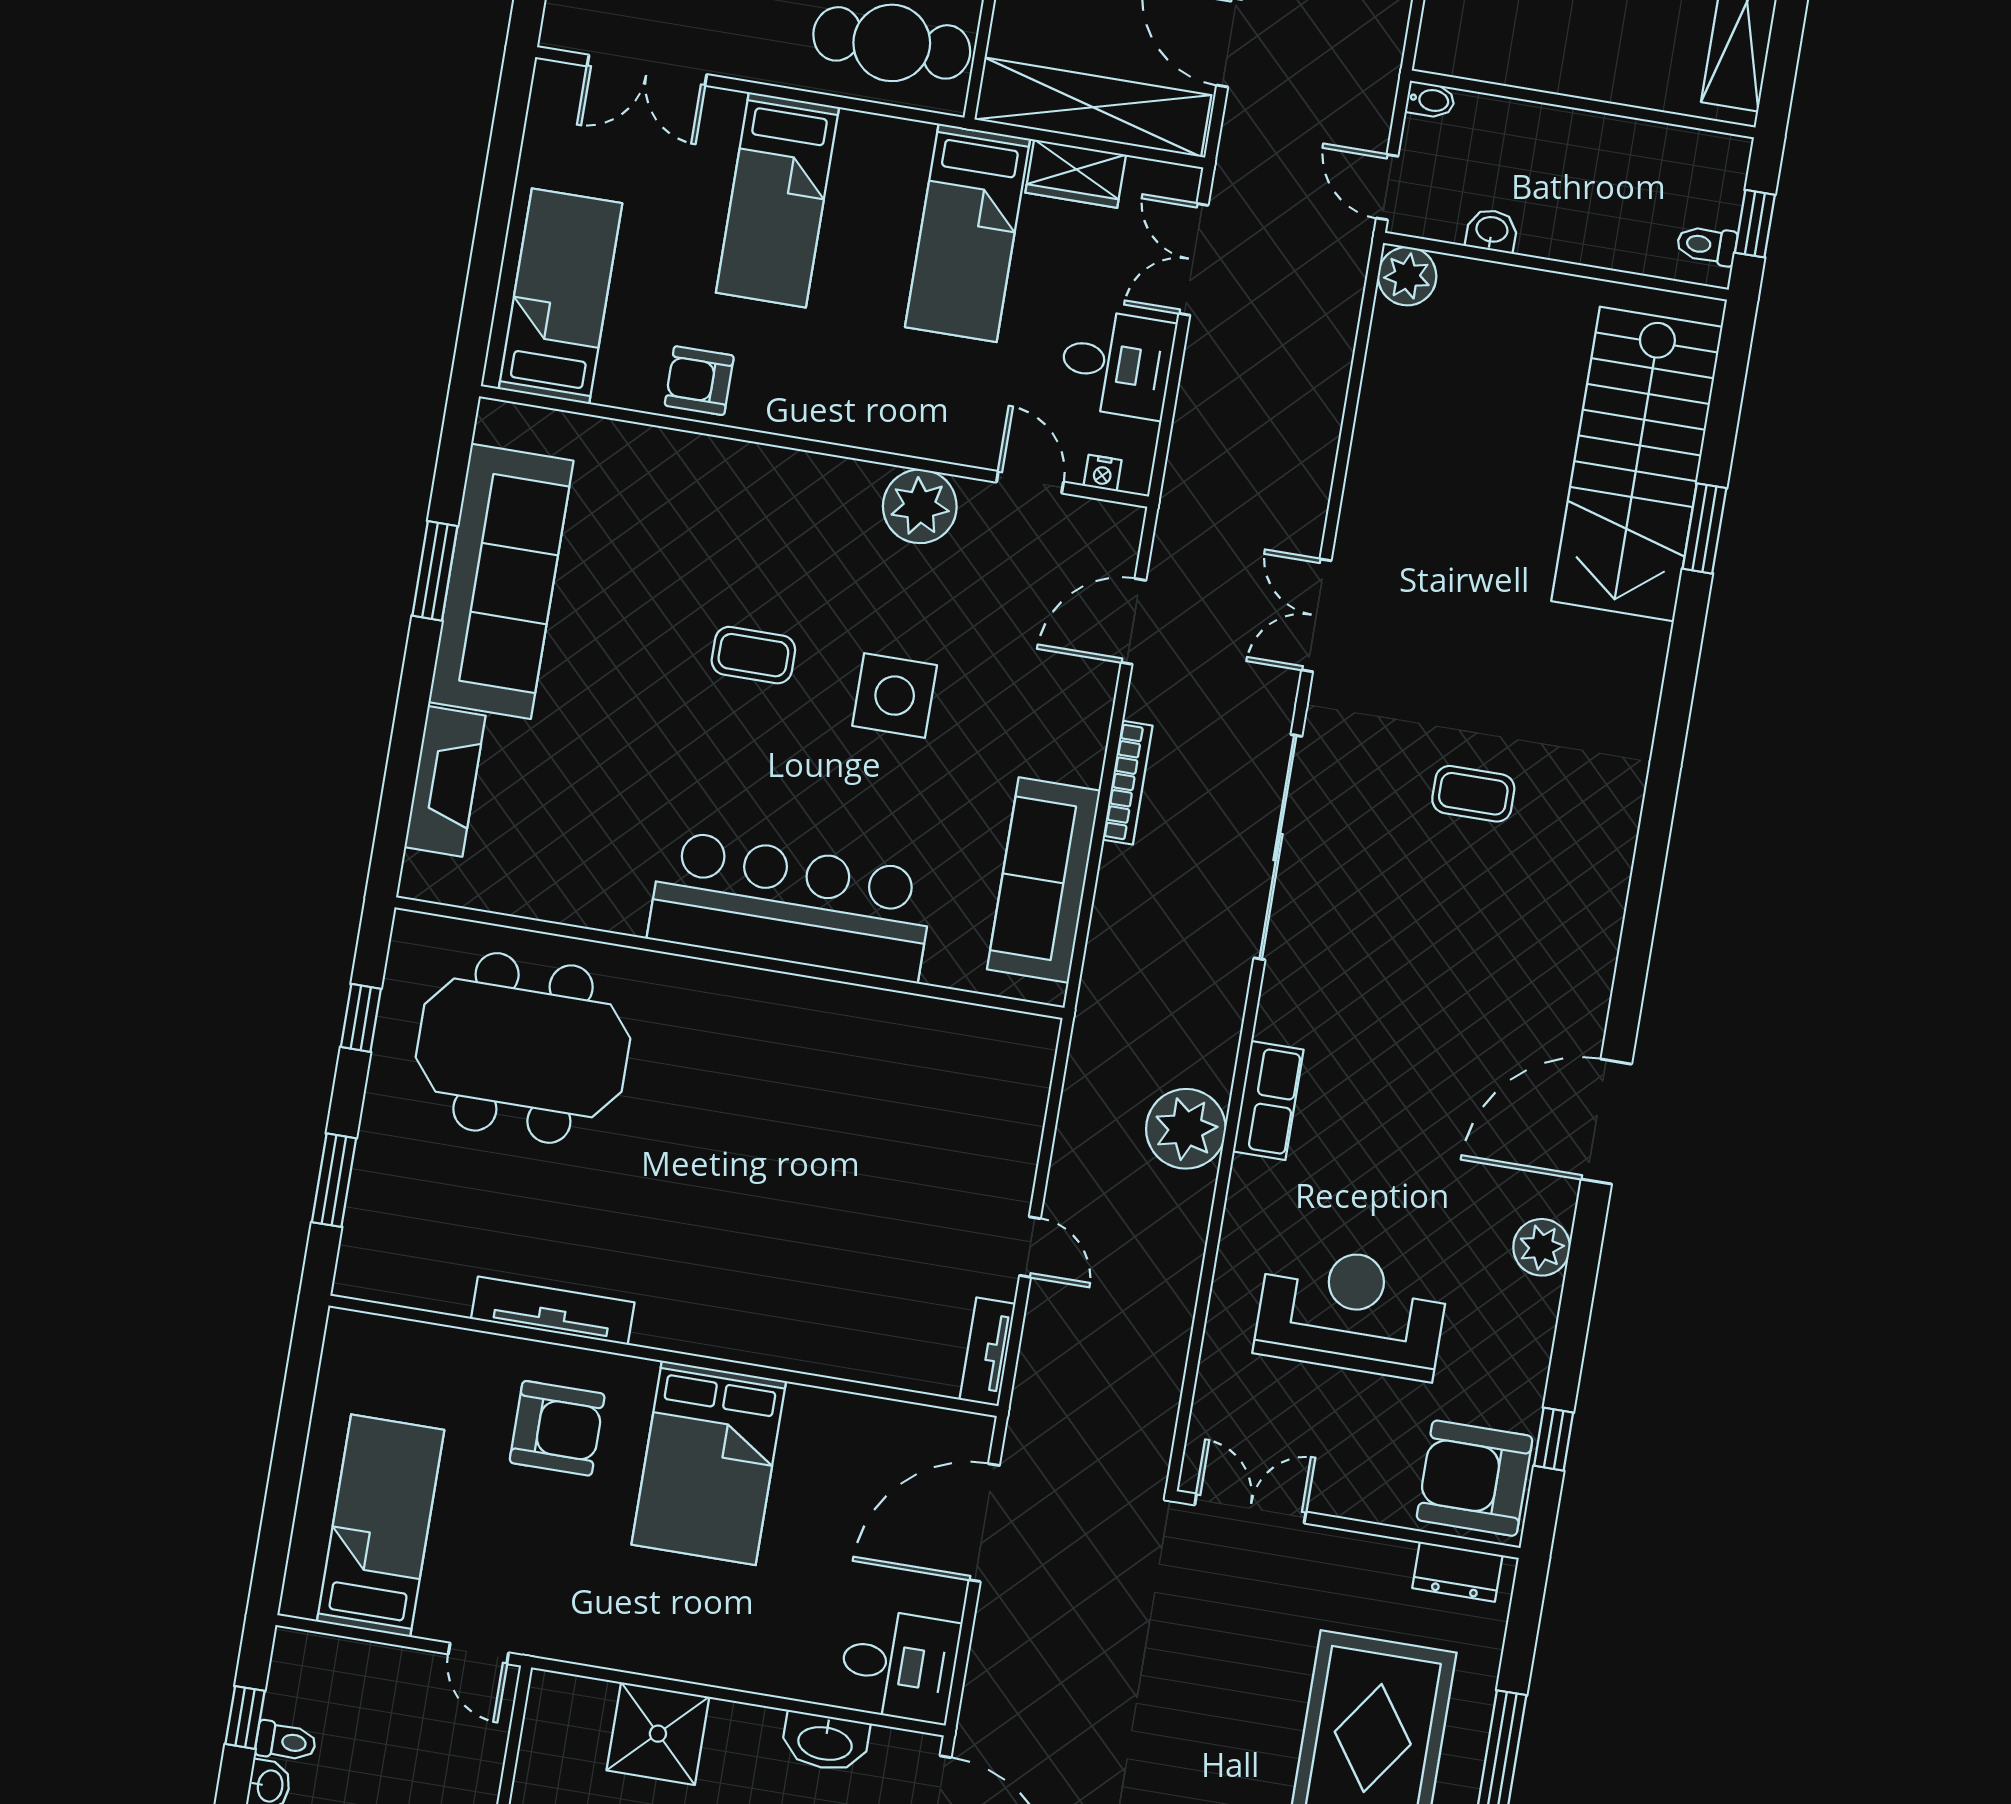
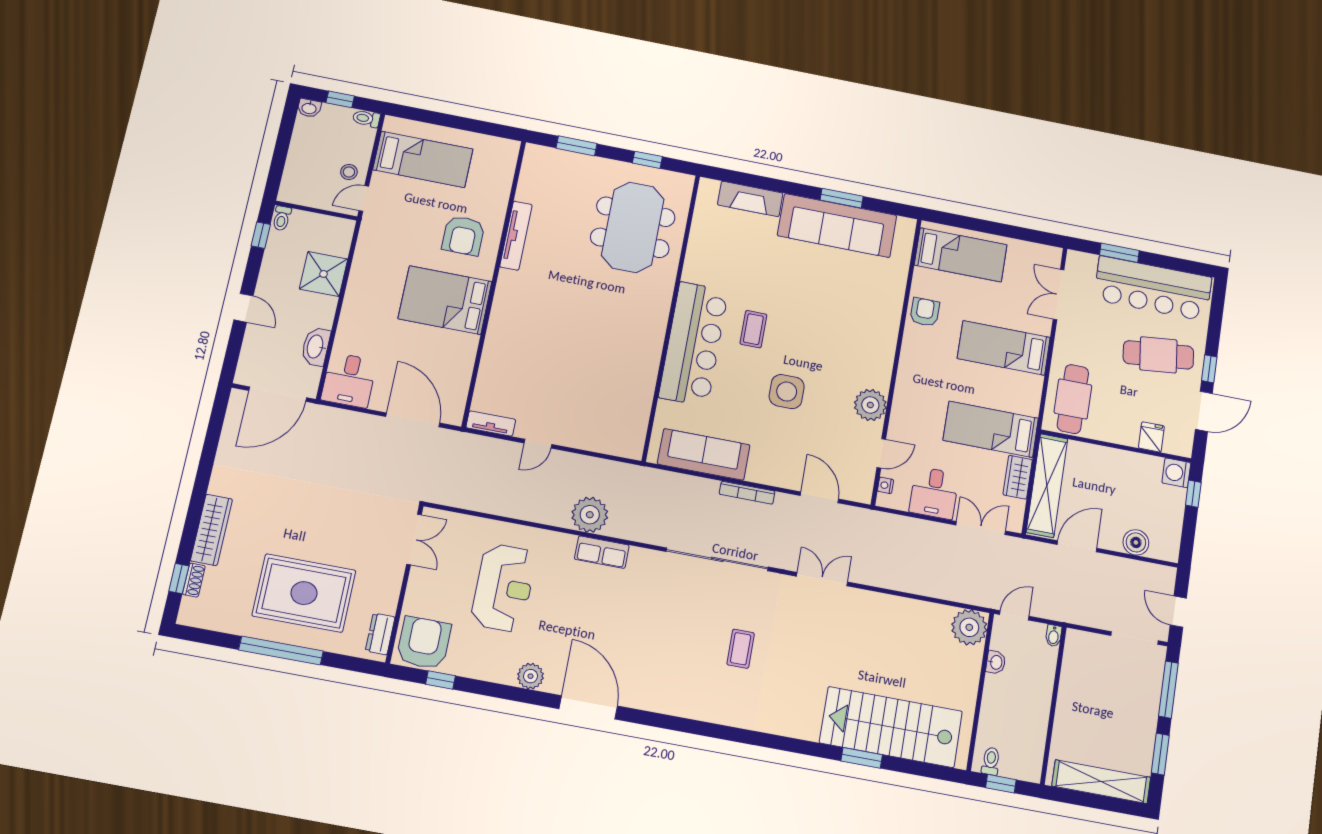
plant: (1407, 276) -> (969, 627), width x1.36, depth x1.36
coffee table: (753, 655) -> (753, 329), moved
stool: (417, 1689) -> (349, 172), added
toilet: (286, 1742) -> (366, 119), moved, turned 90

